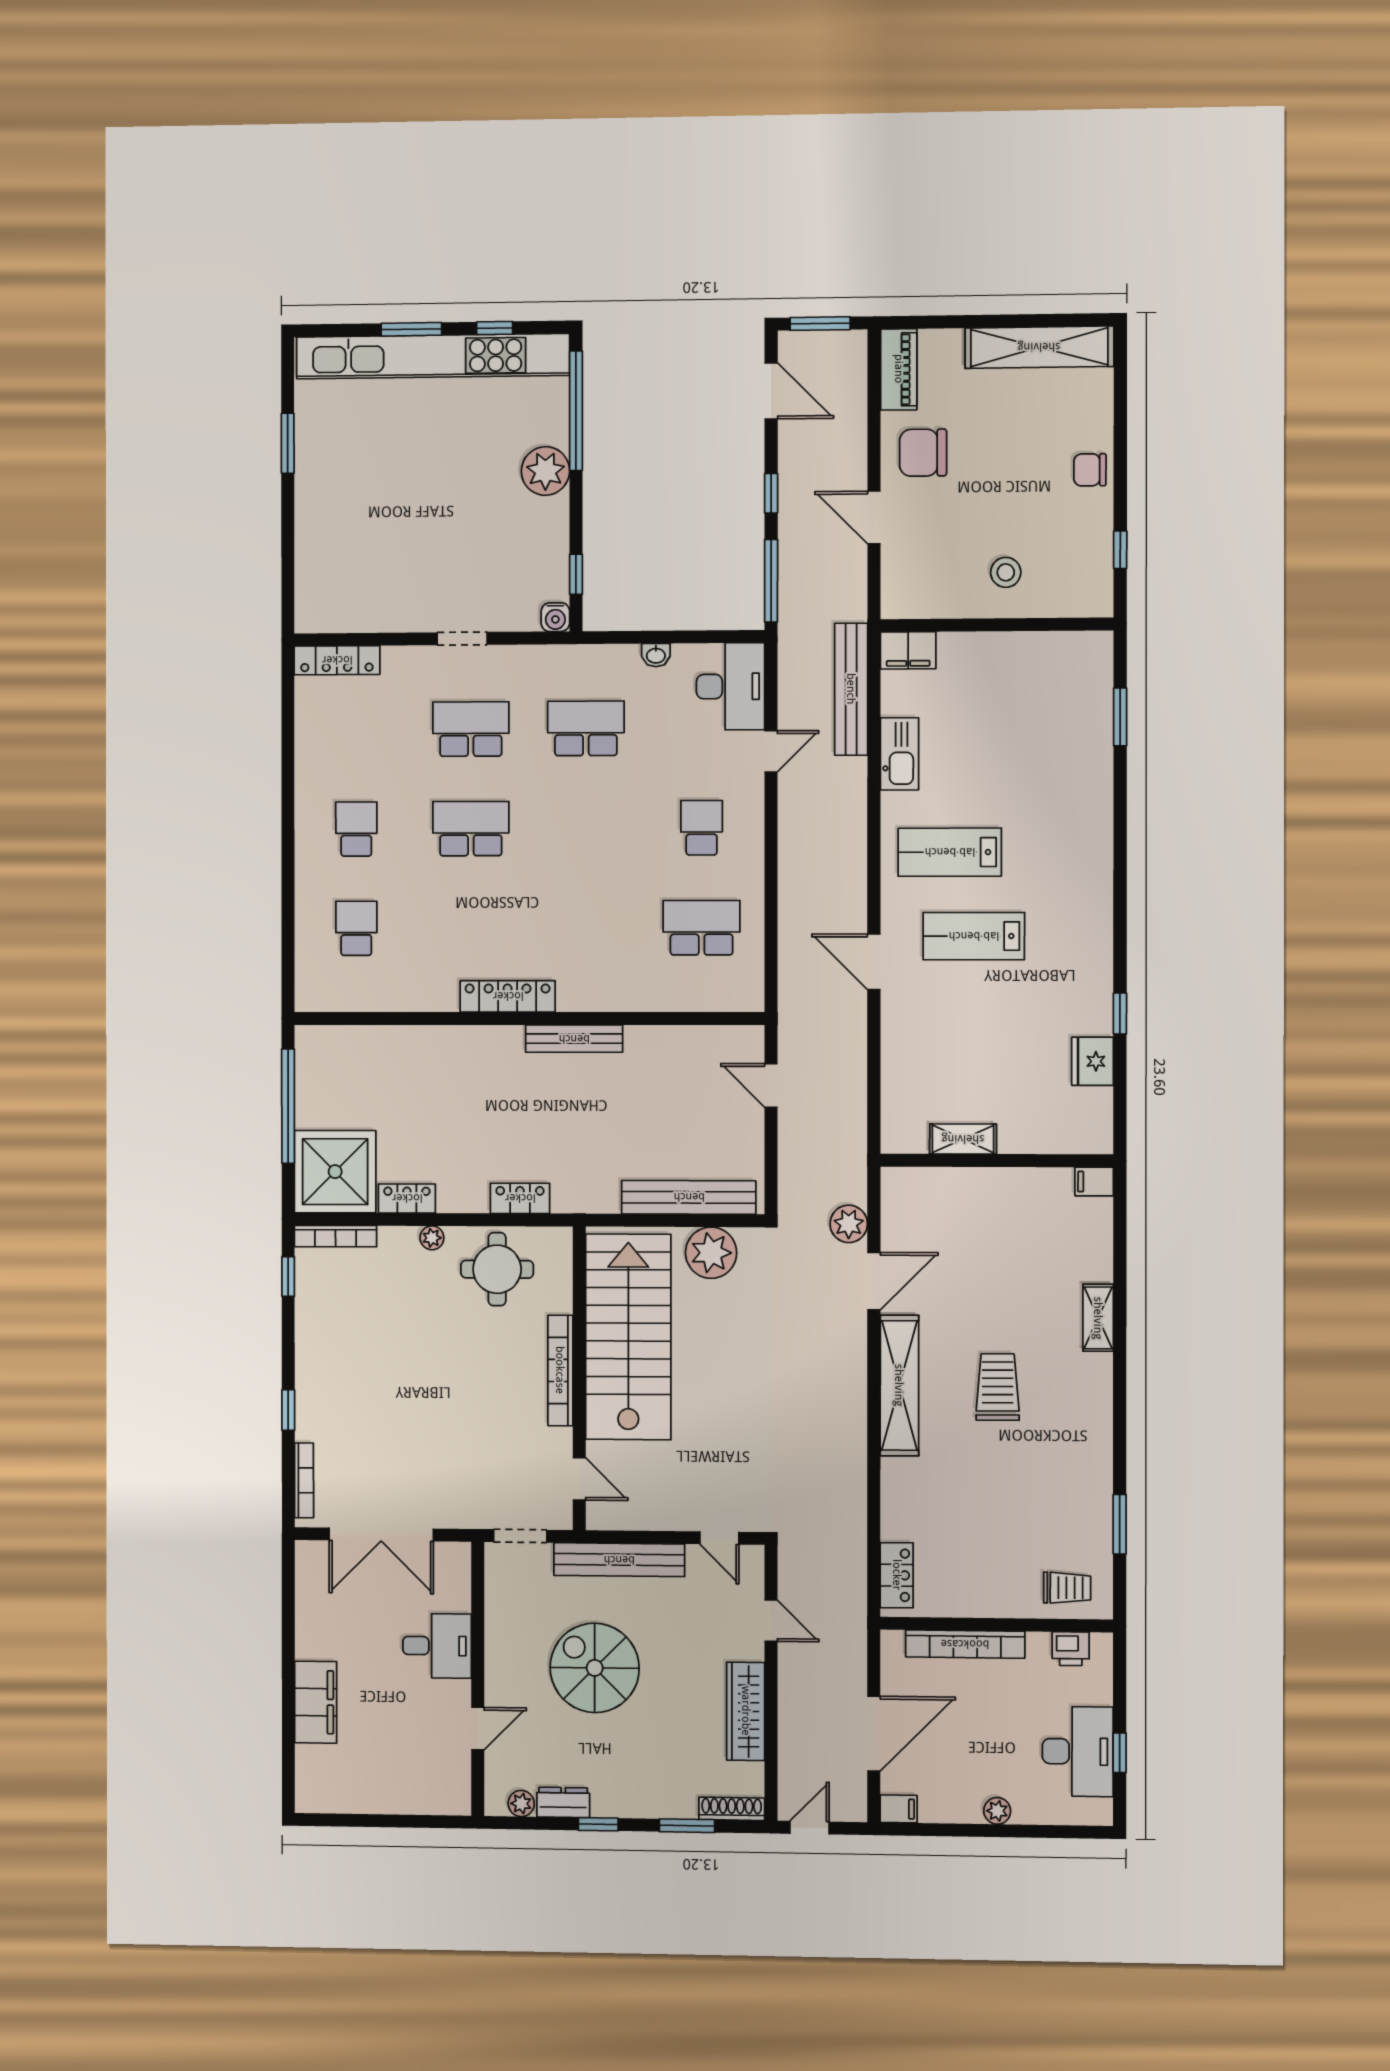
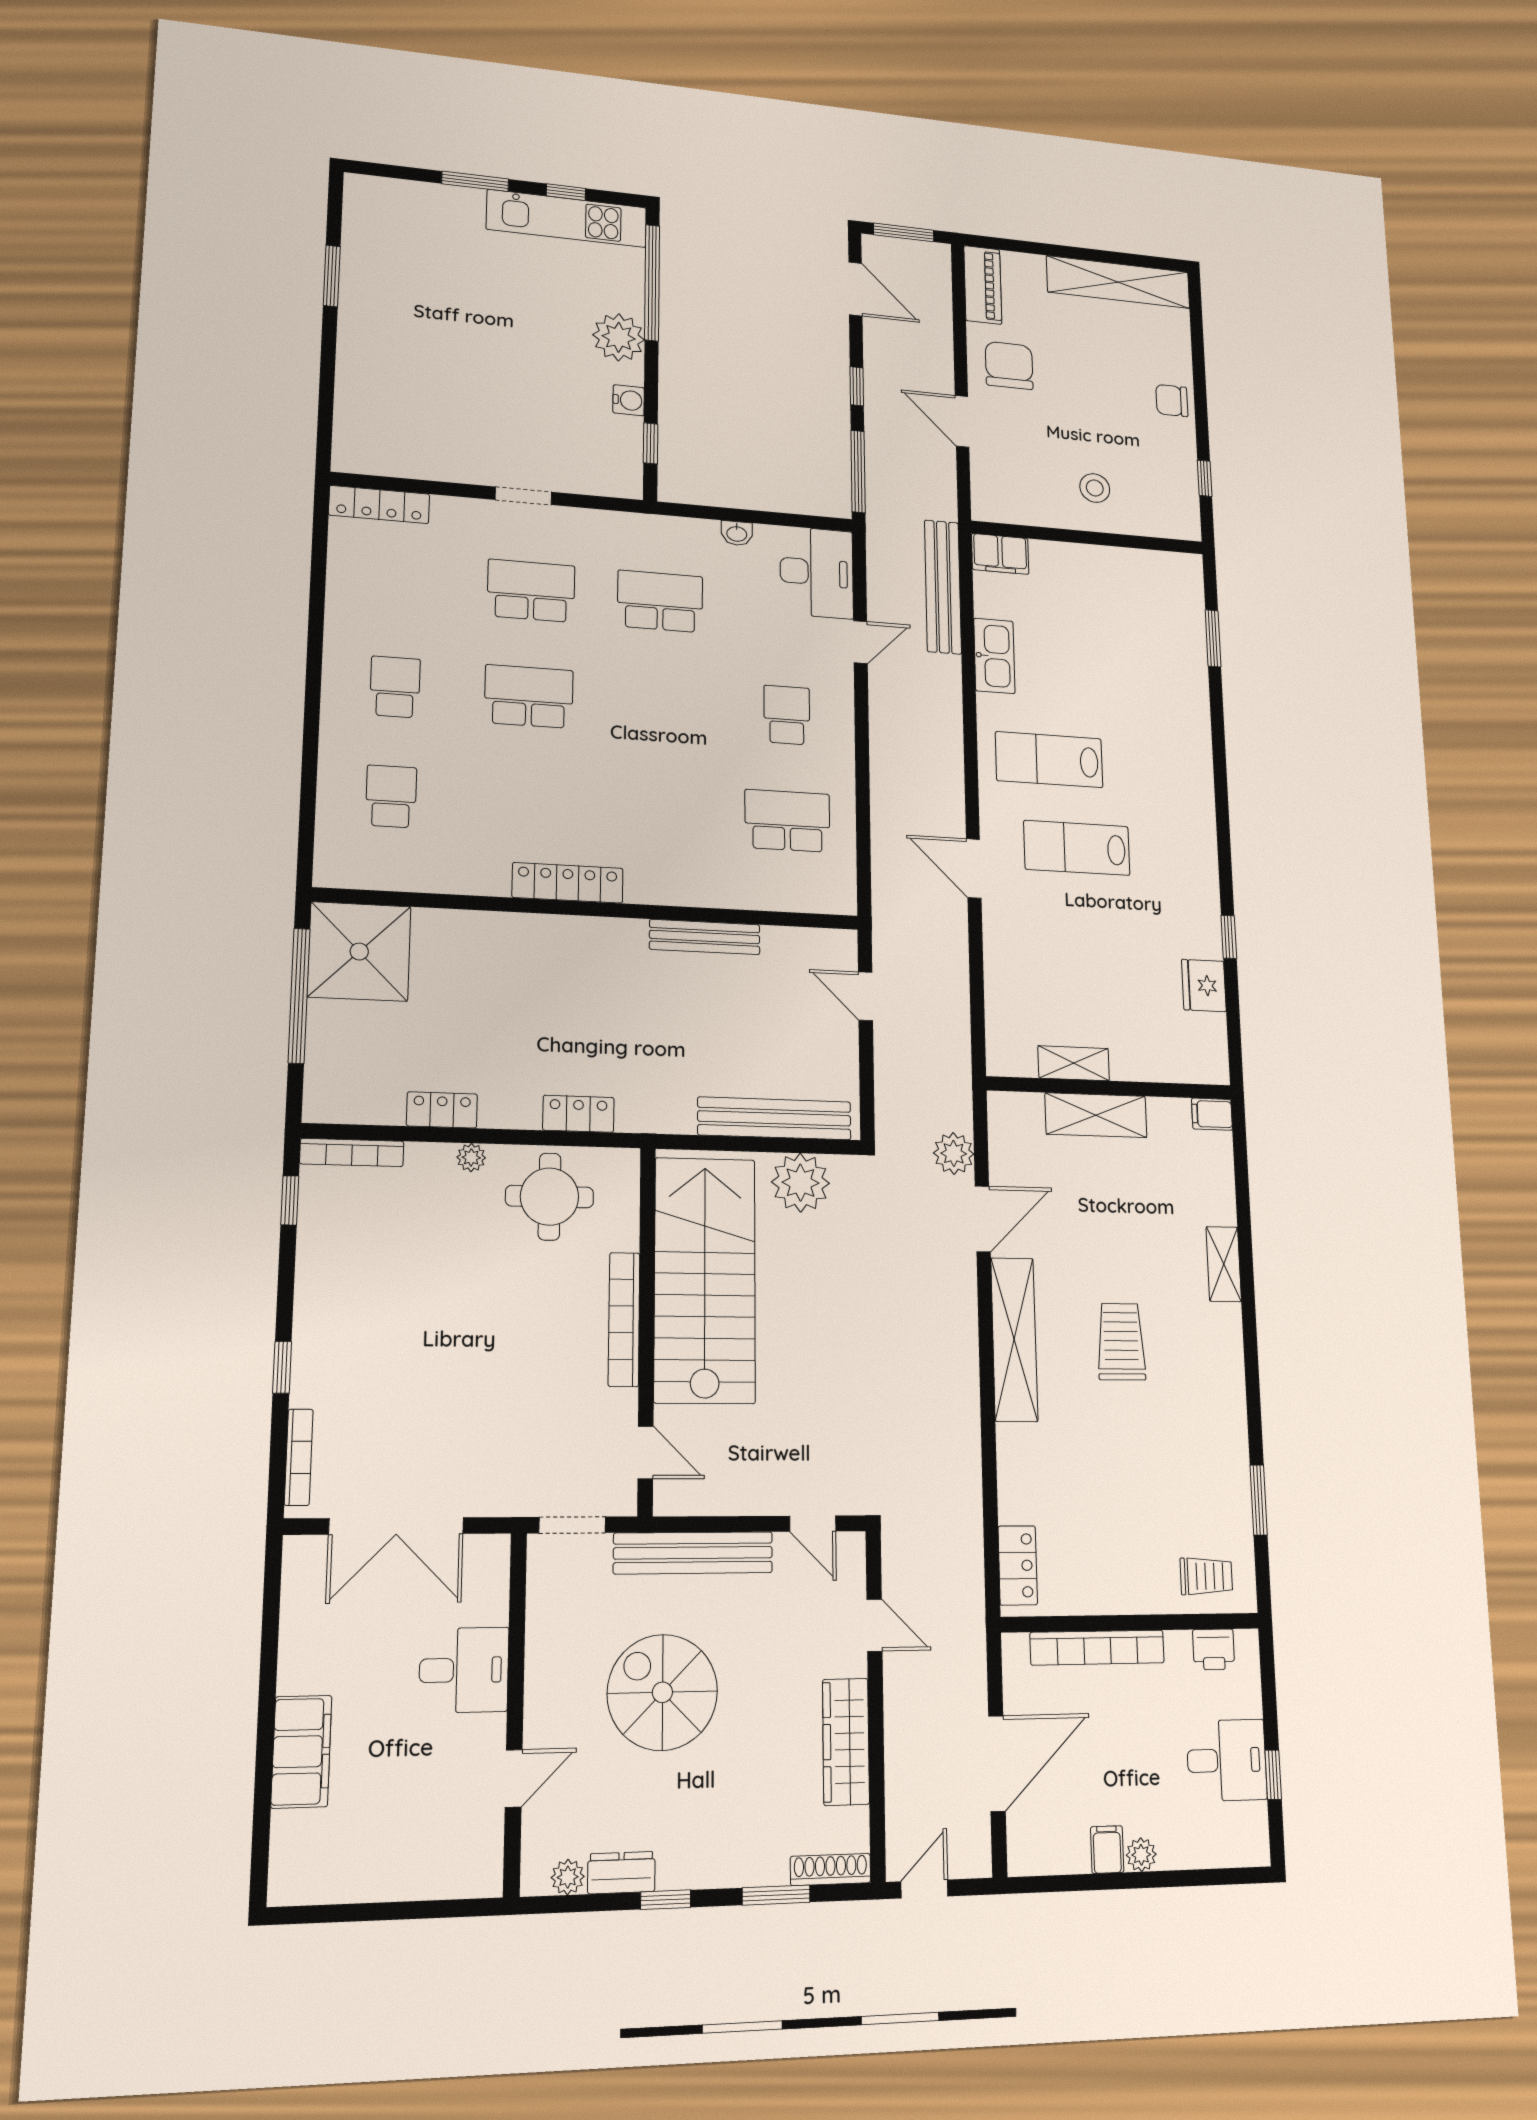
kitchen unit: (433, 356) -> (567, 218), width x0.54
chair: (923, 453) -> (1009, 365), turned 90
water cooler: (555, 617) -> (629, 400), moved, turned -90
bench: (574, 1039) -> (705, 937), moved
shower: (335, 1172) -> (359, 952), moved
shelving: (982, 1186) -> (1096, 1115), added
desk: (1078, 1751) -> (1227, 1760), width x0.73
filing cabinet: (899, 1809) -> (1107, 1850), moved, turned -90

